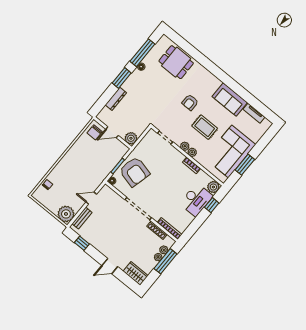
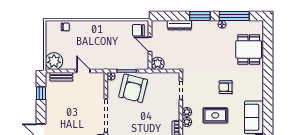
rug: (205, 127) -> (215, 115), turned 90

